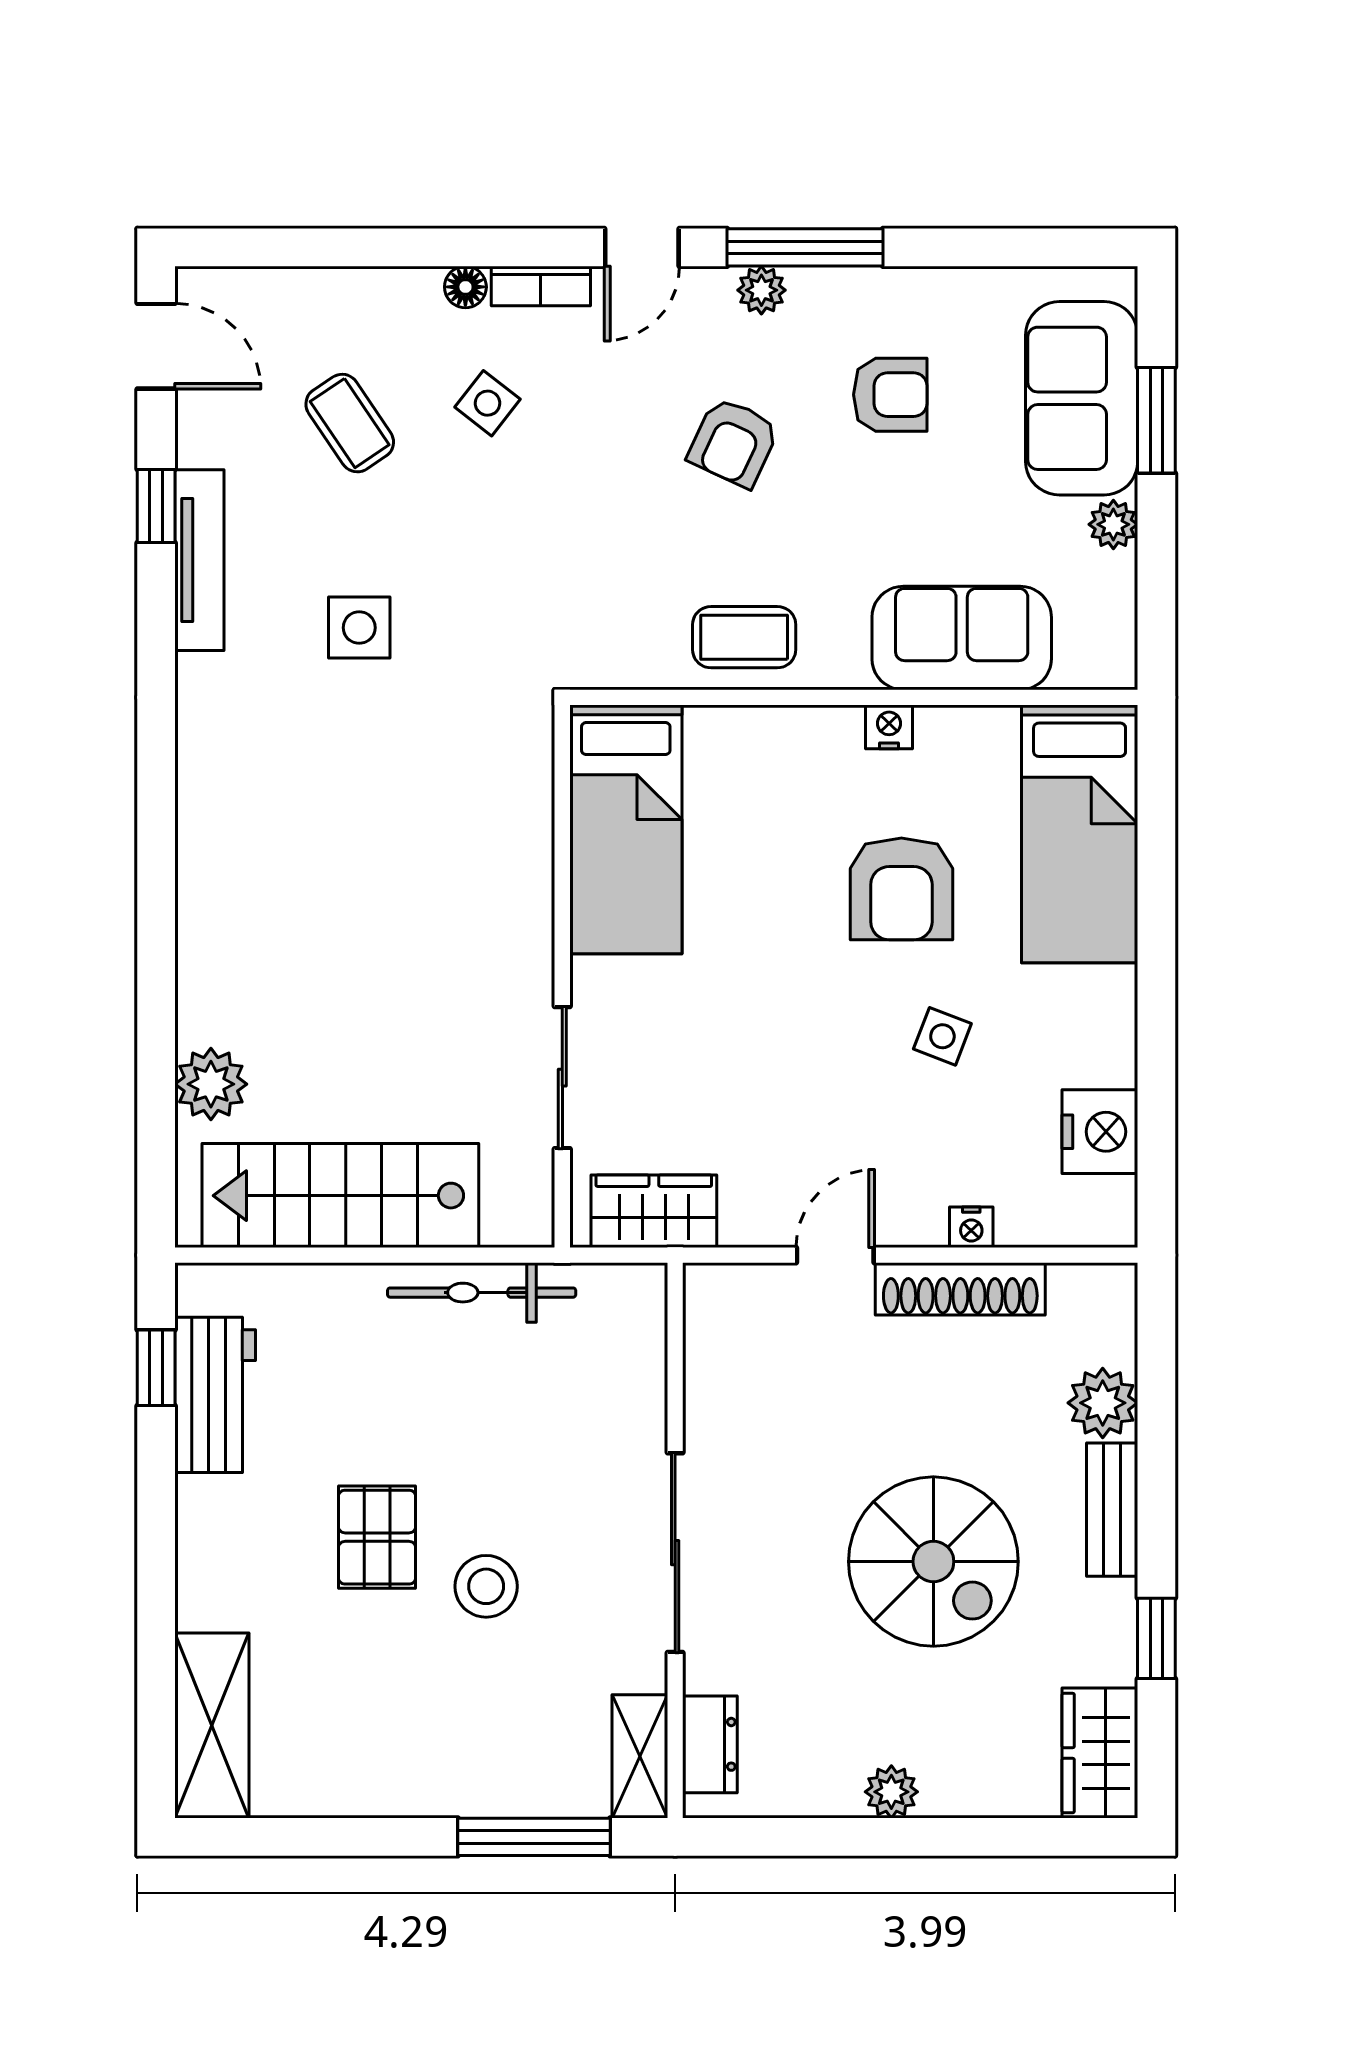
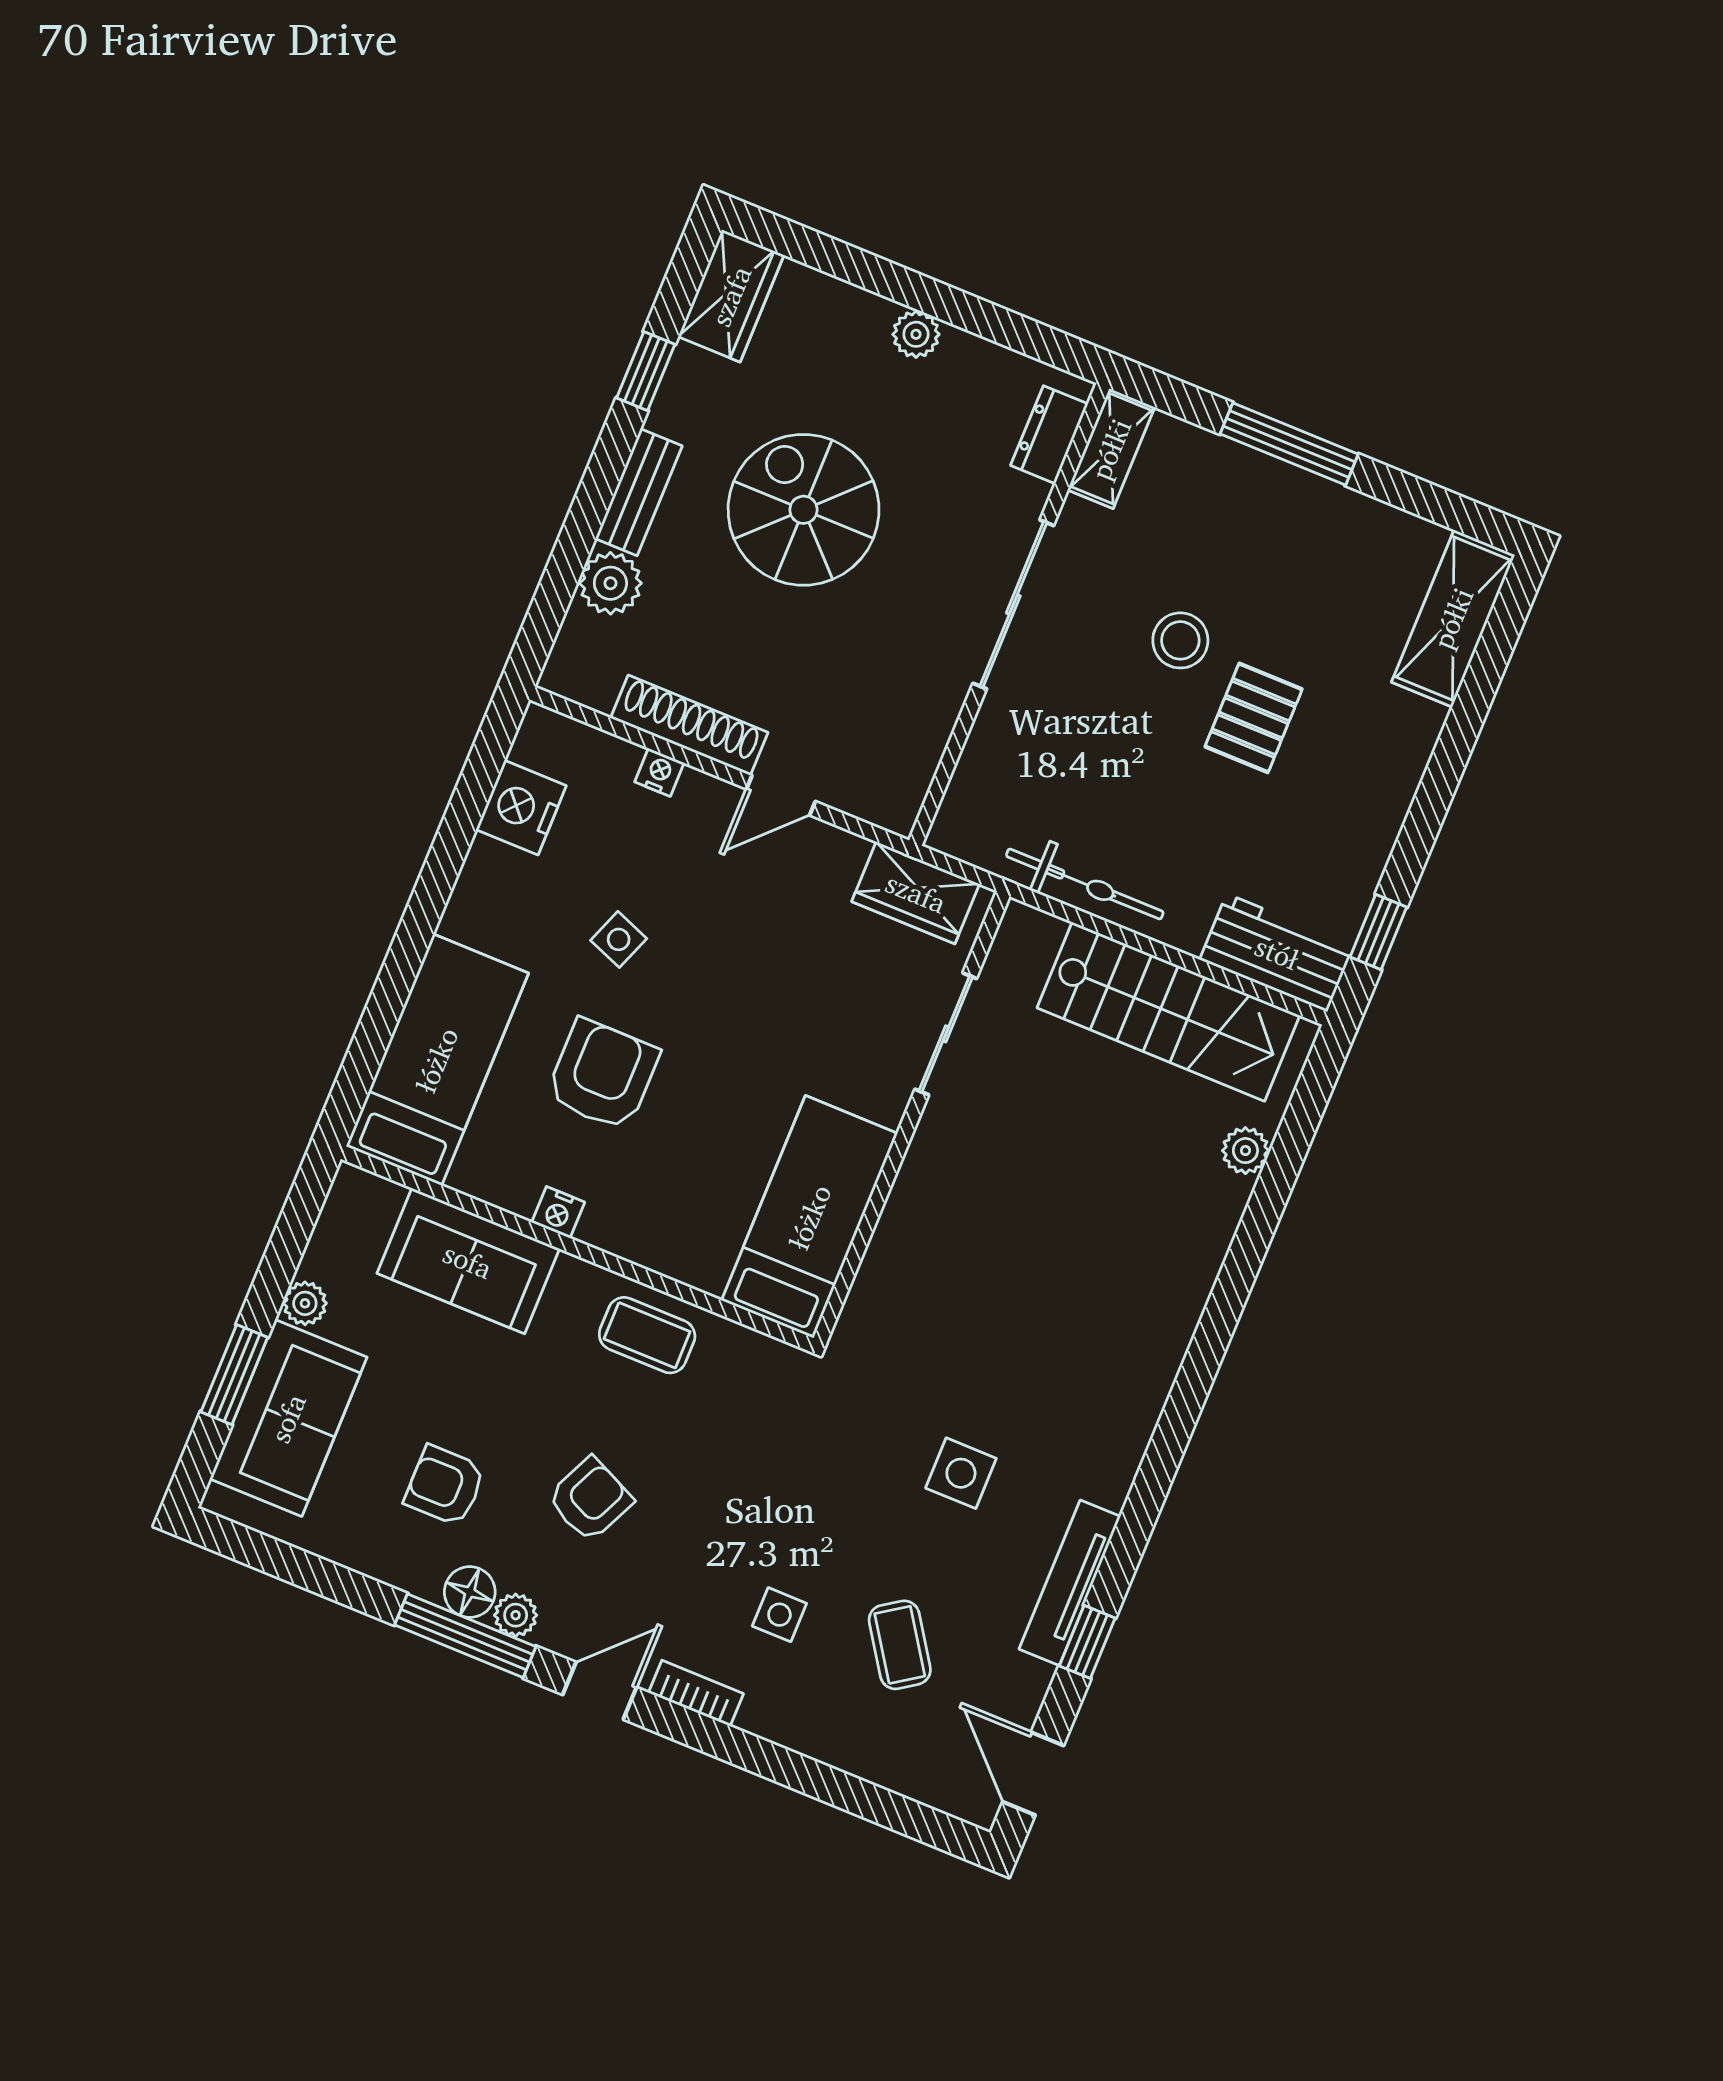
floor lamp: (465, 287) -> (470, 1592), moved, width x1.37, depth x1.37
side table: (488, 403) -> (779, 1615), turned -38
plant: (211, 1084) -> (1245, 1151), width x0.73, depth x0.73
workbench: (215, 1395) -> (1277, 953), moved, turned 90
window: (534, 1837) -> (1289, 444), moved

